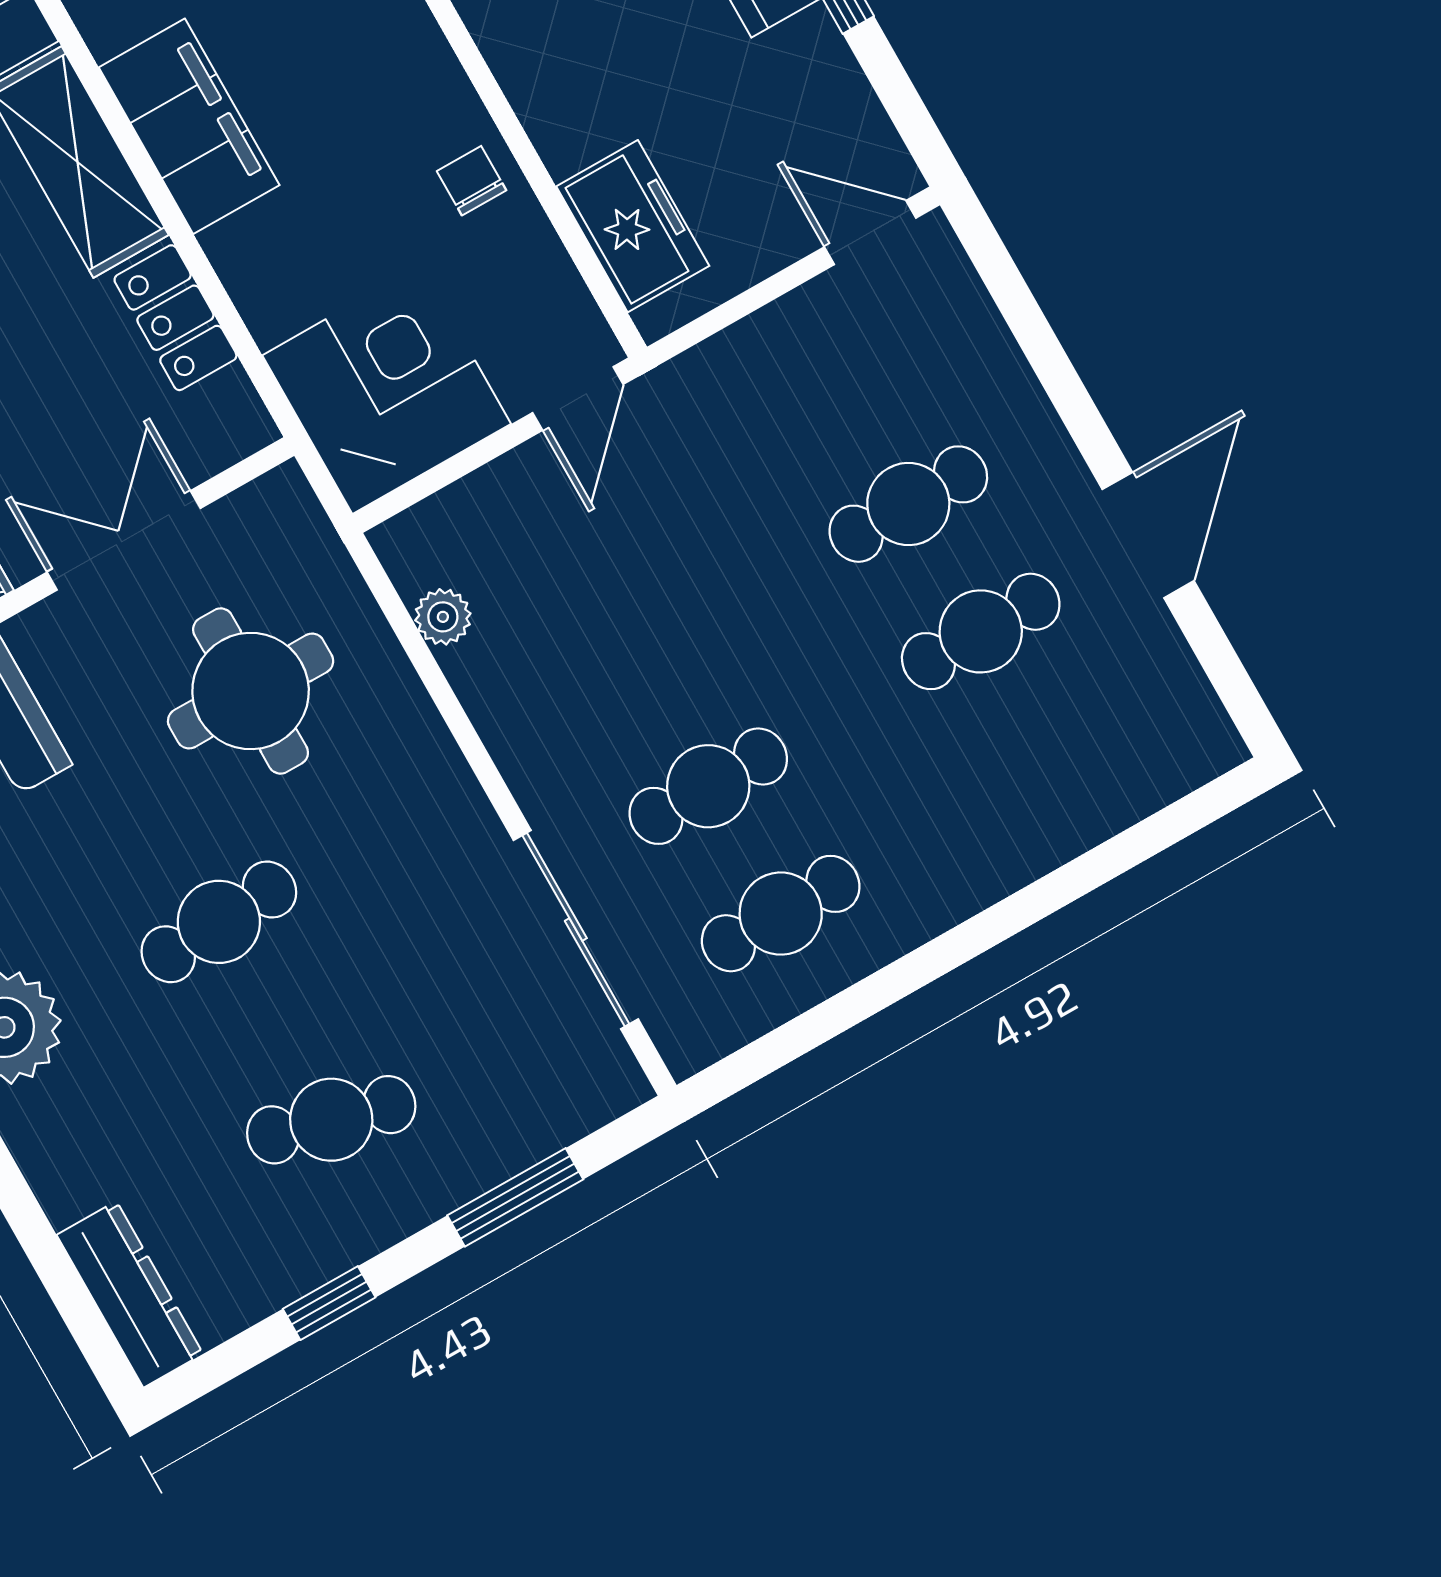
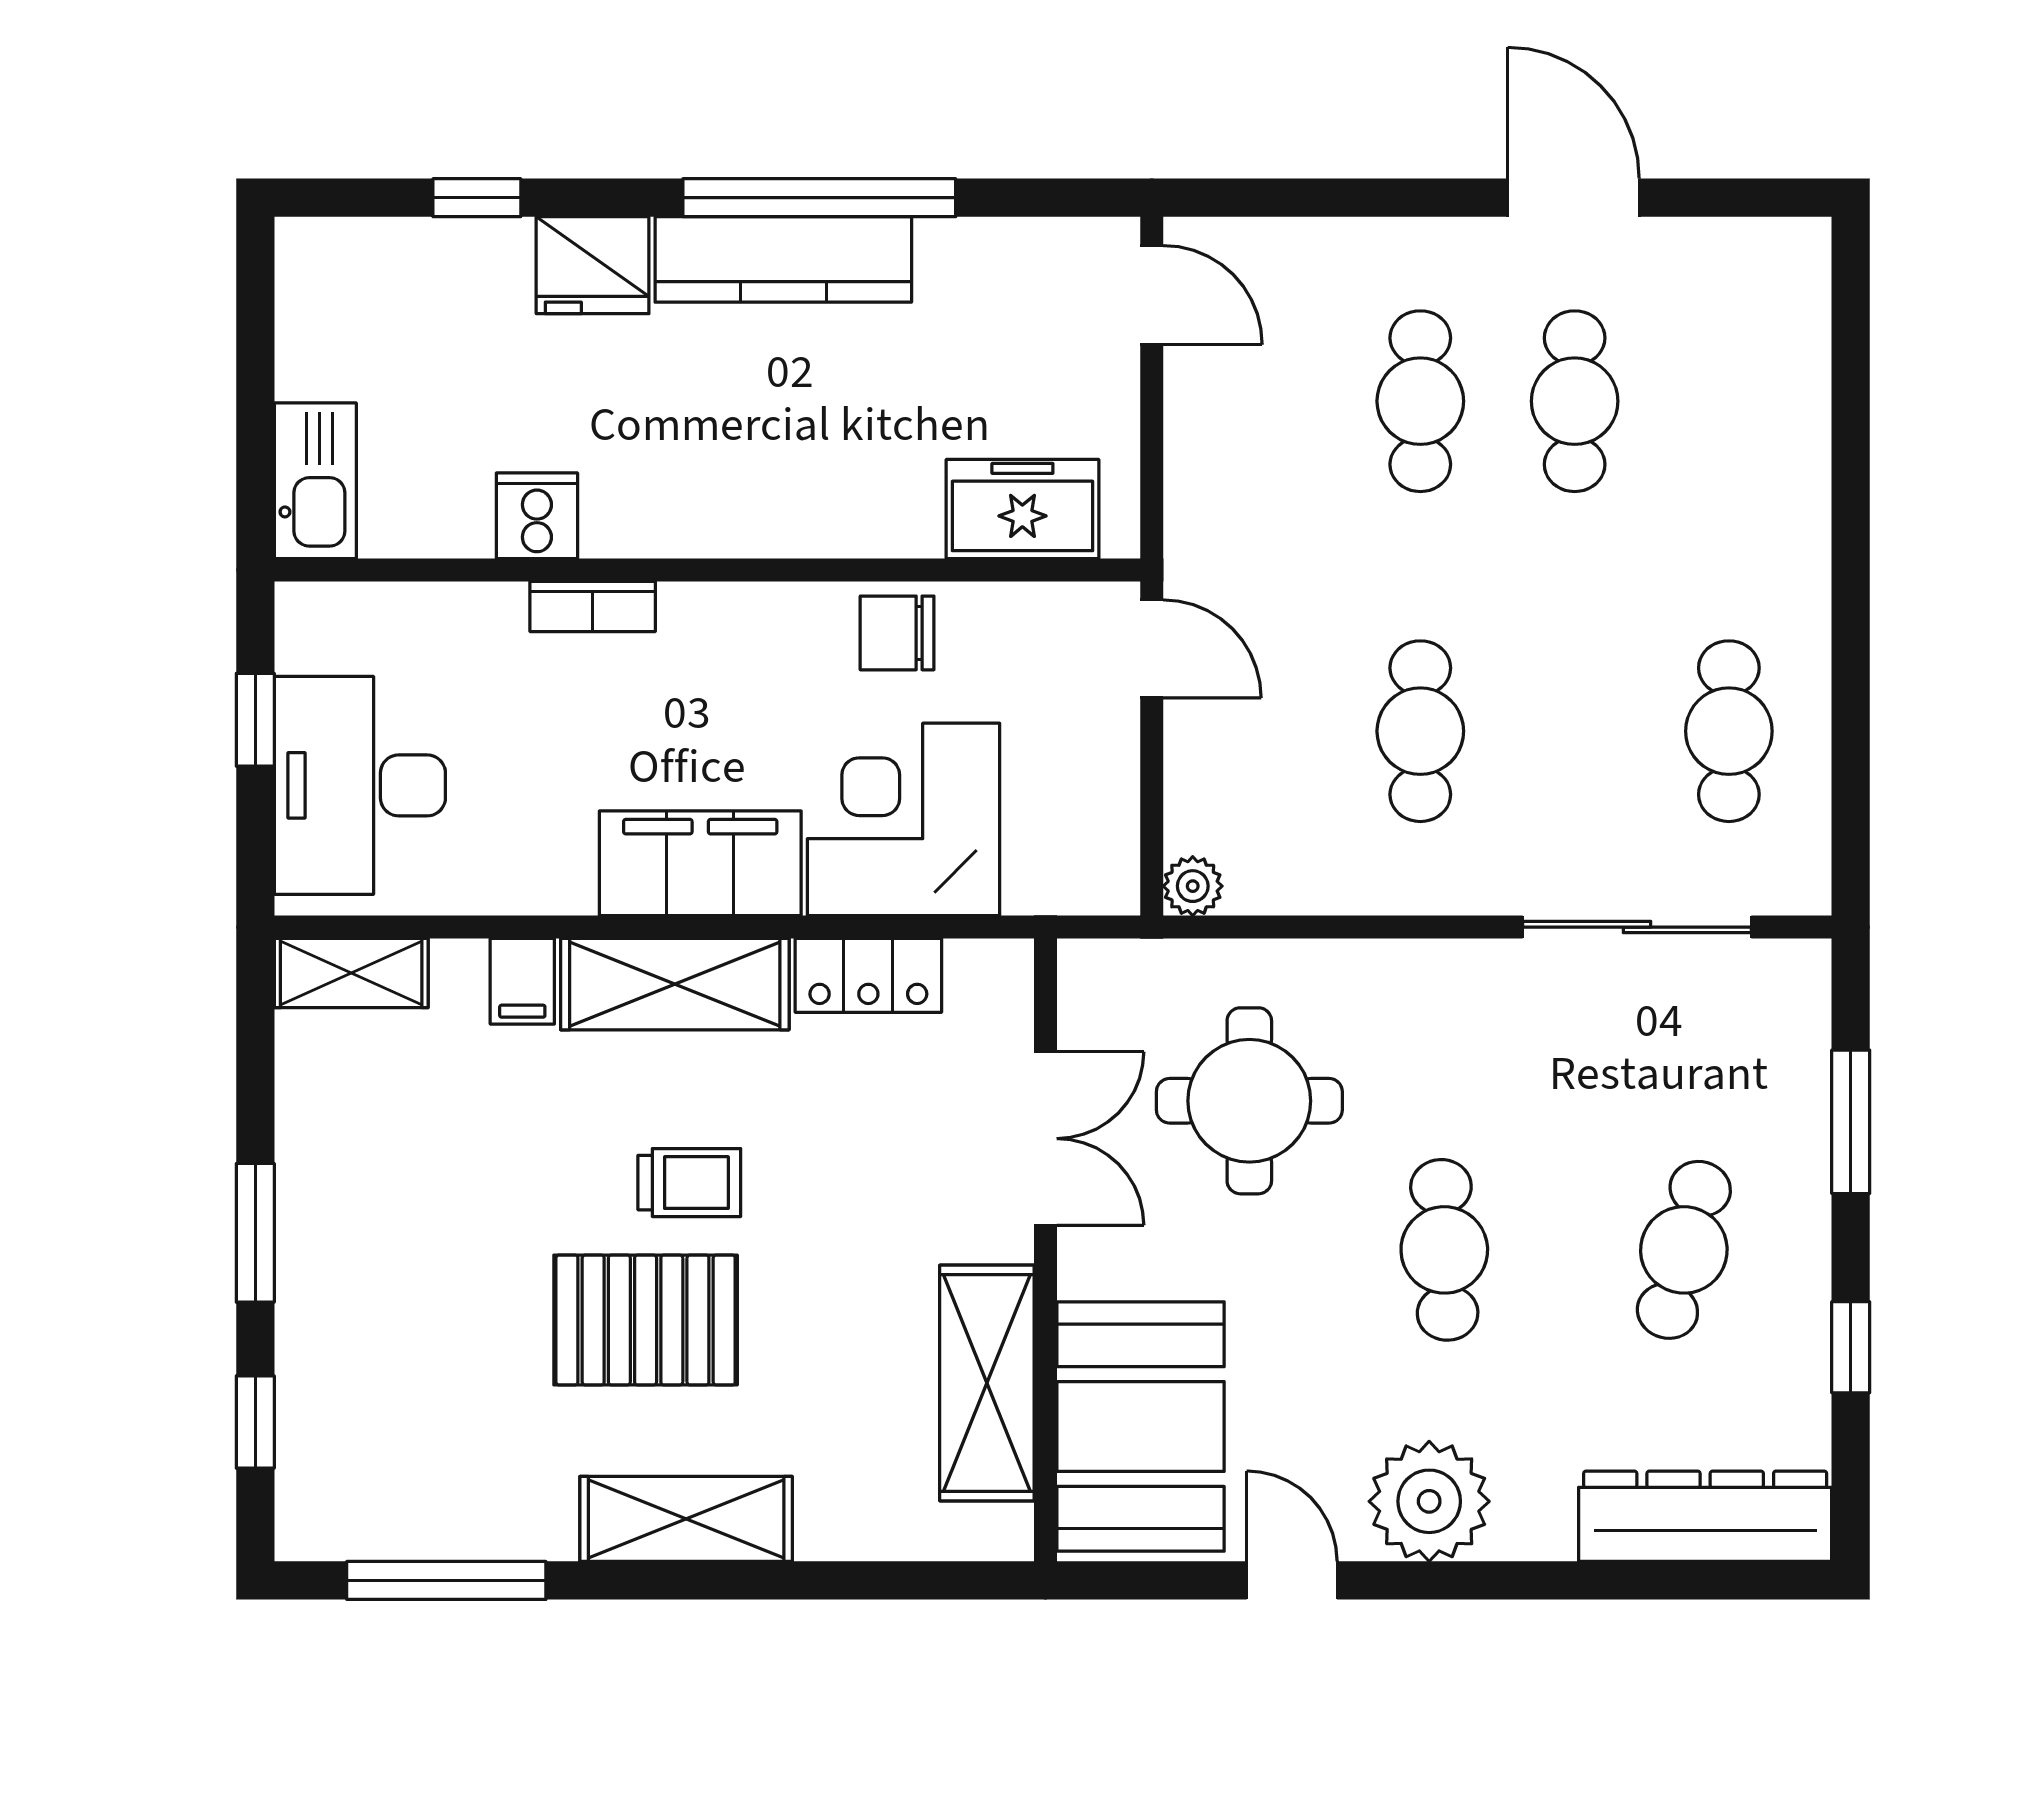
chair: (472, 181) -> (897, 633), width x1.37, depth x1.37
door: (870, 233) -> (1152, 295), swing flipped
corner desk: (387, 390) -> (903, 819), moved
double door: (124, 540) -> (1045, 1139), swing flipped
plant: (443, 617) -> (1193, 886), moved
cafe table: (708, 786) -> (1420, 731), moved
dresser: (130, 1294) -> (1705, 1516), width x1.37, depth x1.24

